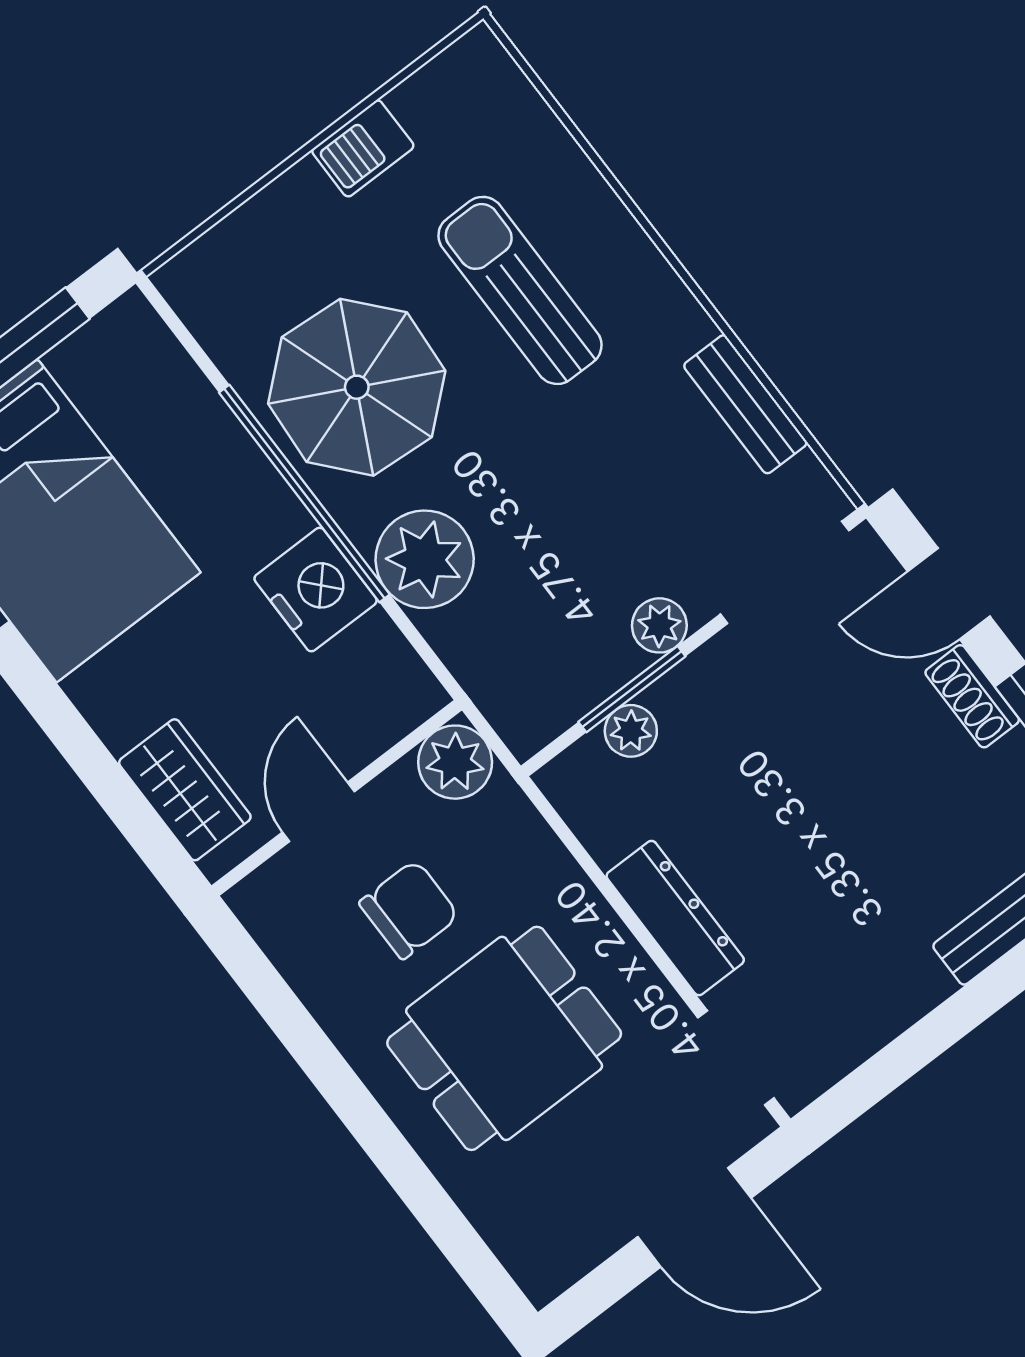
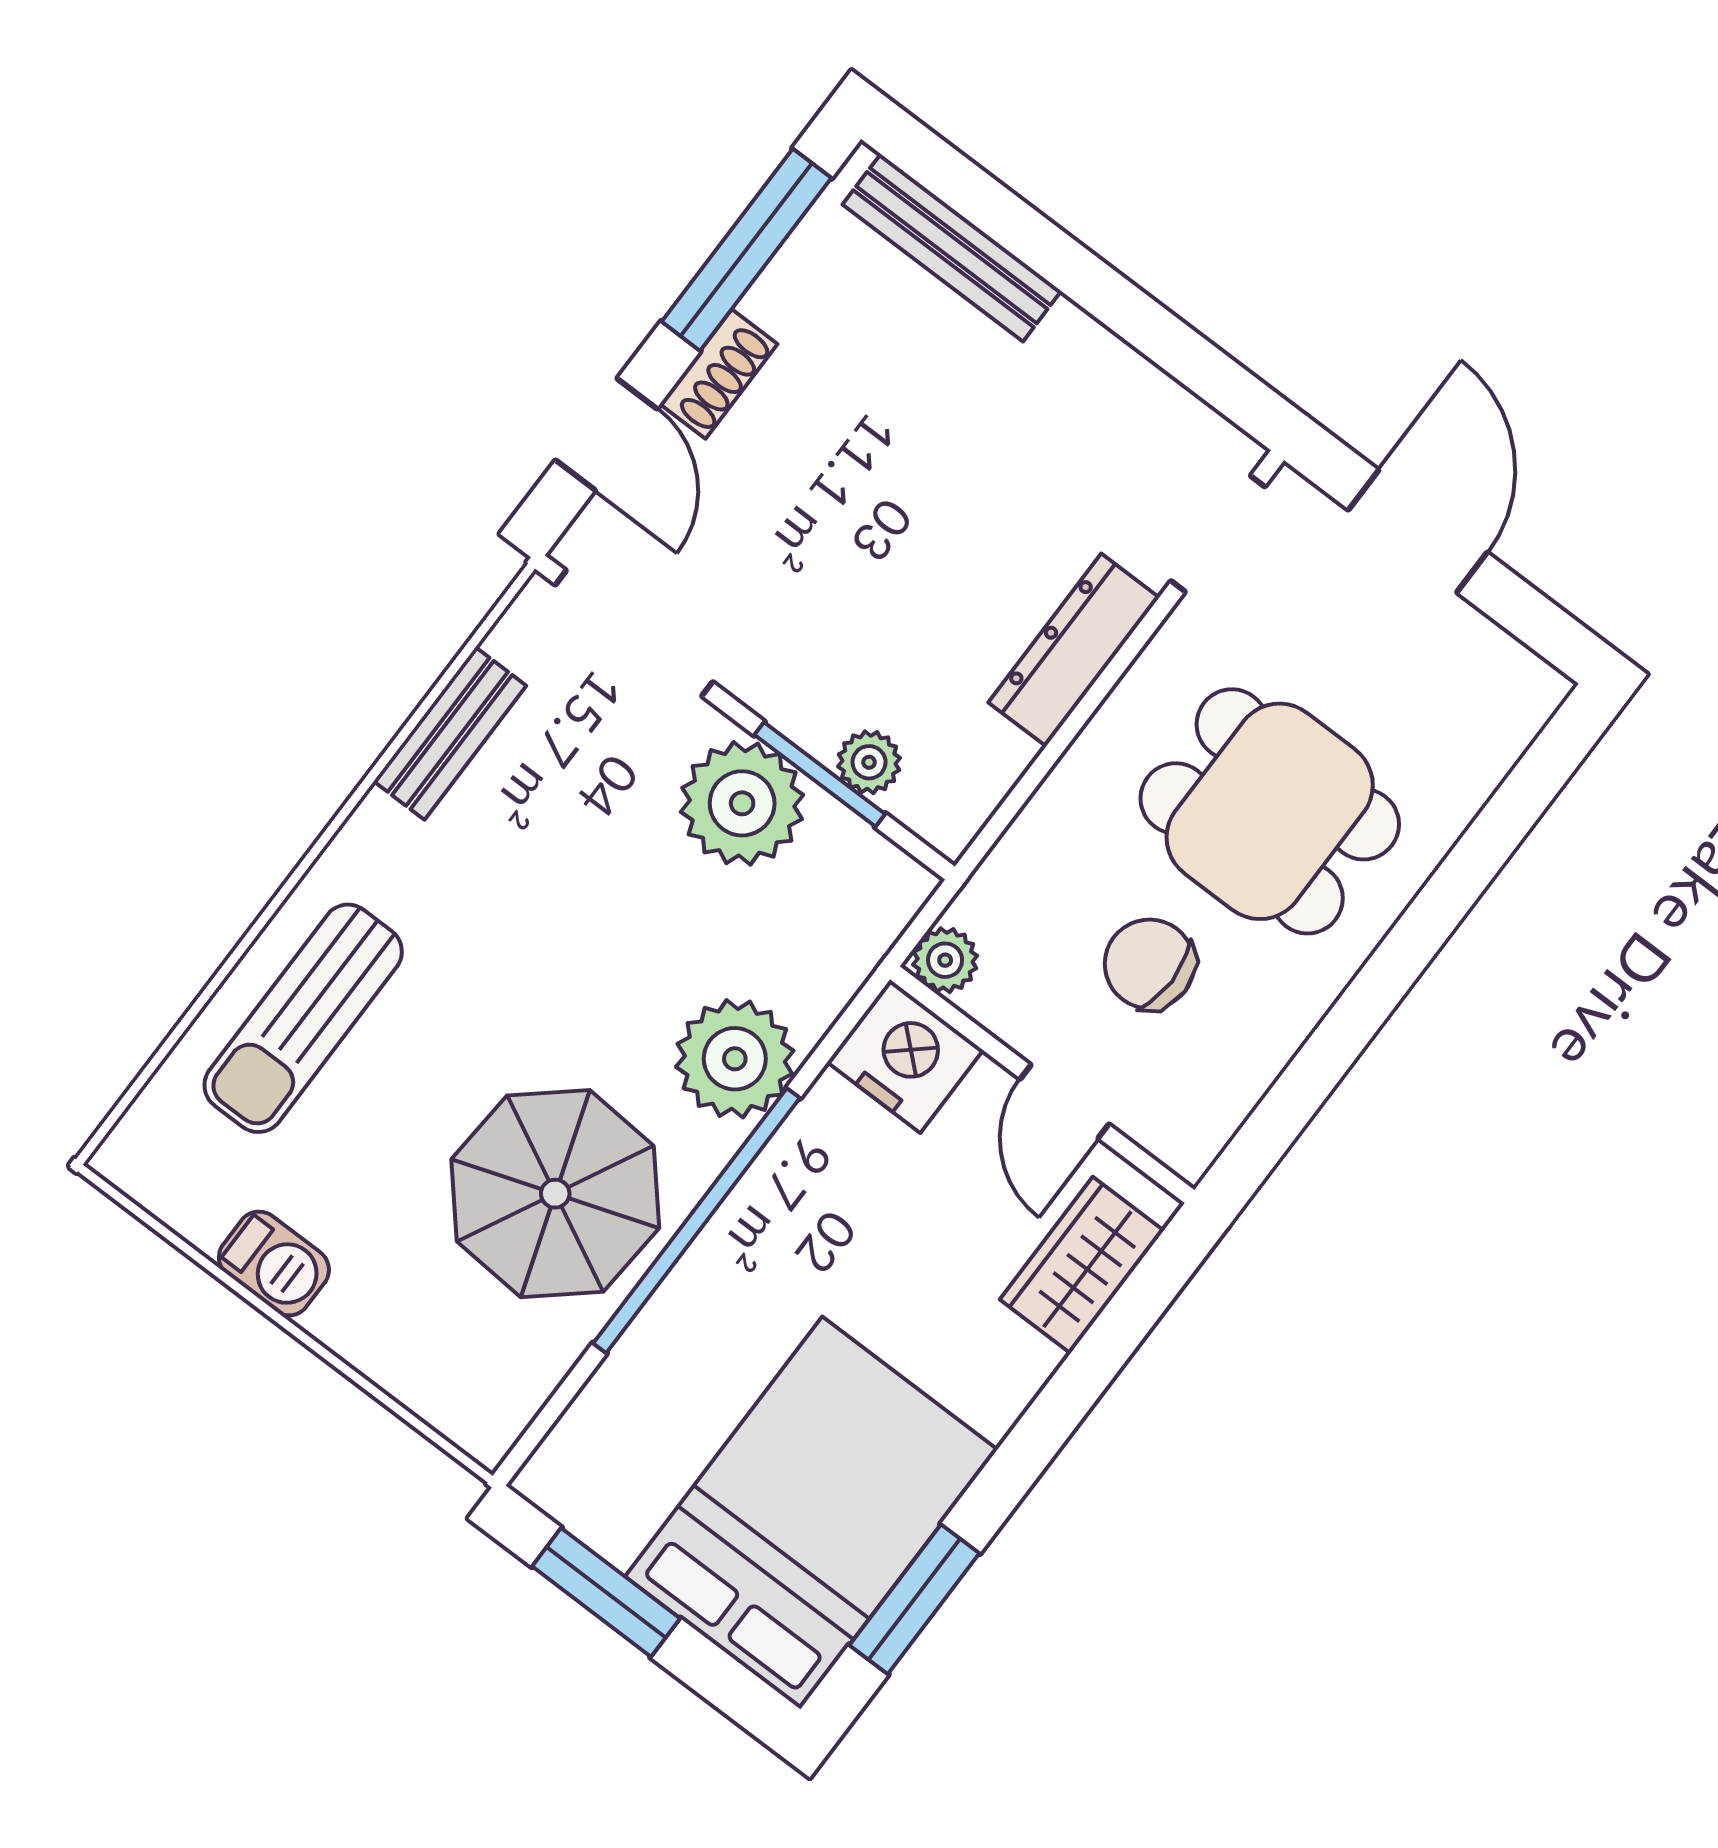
sun lounger: (520, 290) -> (303, 1018), moved
nightstand: (316, 590) -> (906, 1057), moved, turned 90
plant: (659, 625) -> (742, 803), width x1.87, depth x1.87
plant: (455, 762) -> (945, 960), width x0.73, depth x0.73
door: (318, 812) -> (1064, 1102), hinge flipped

